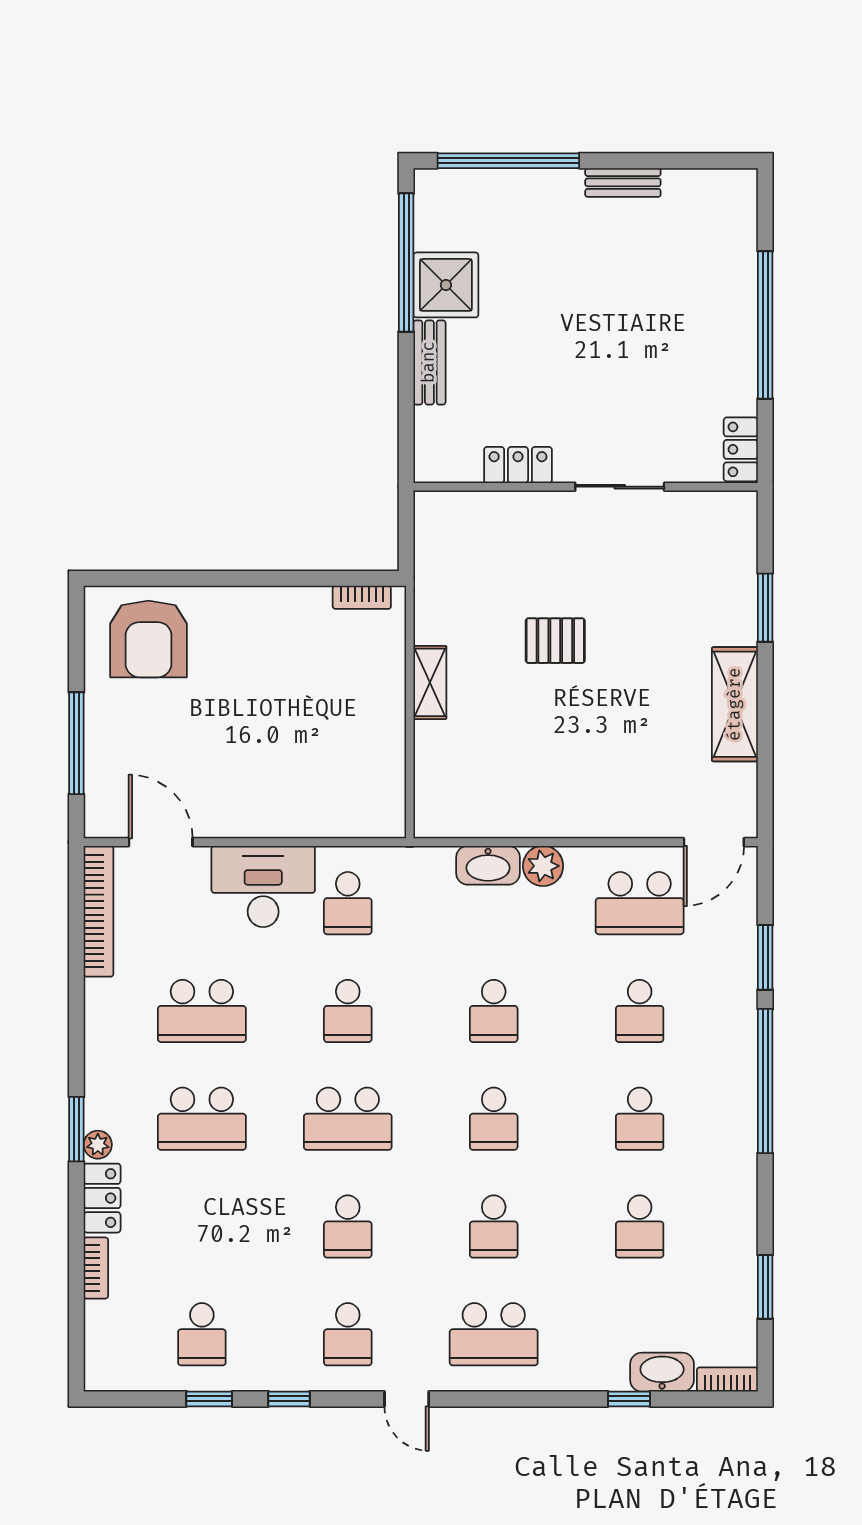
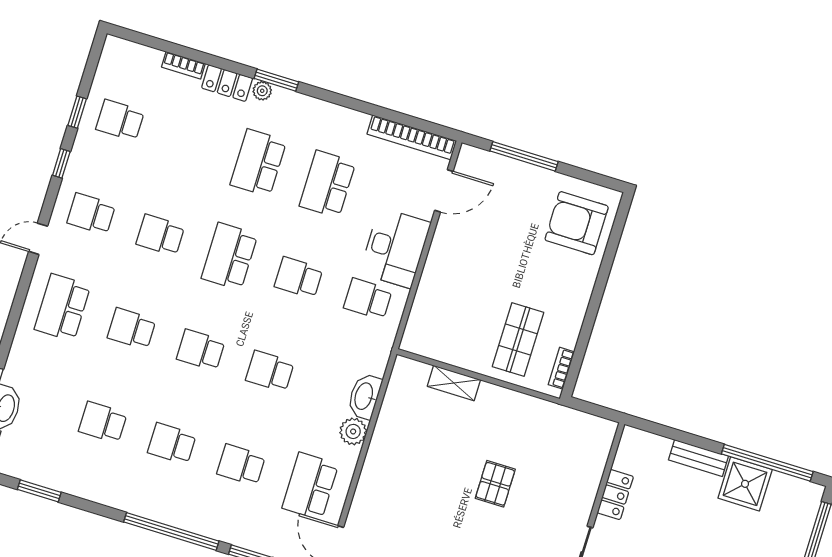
shop shelf: (340, 671) -> (518, 340), added
shelving: (430, 682) -> (454, 383), moved

